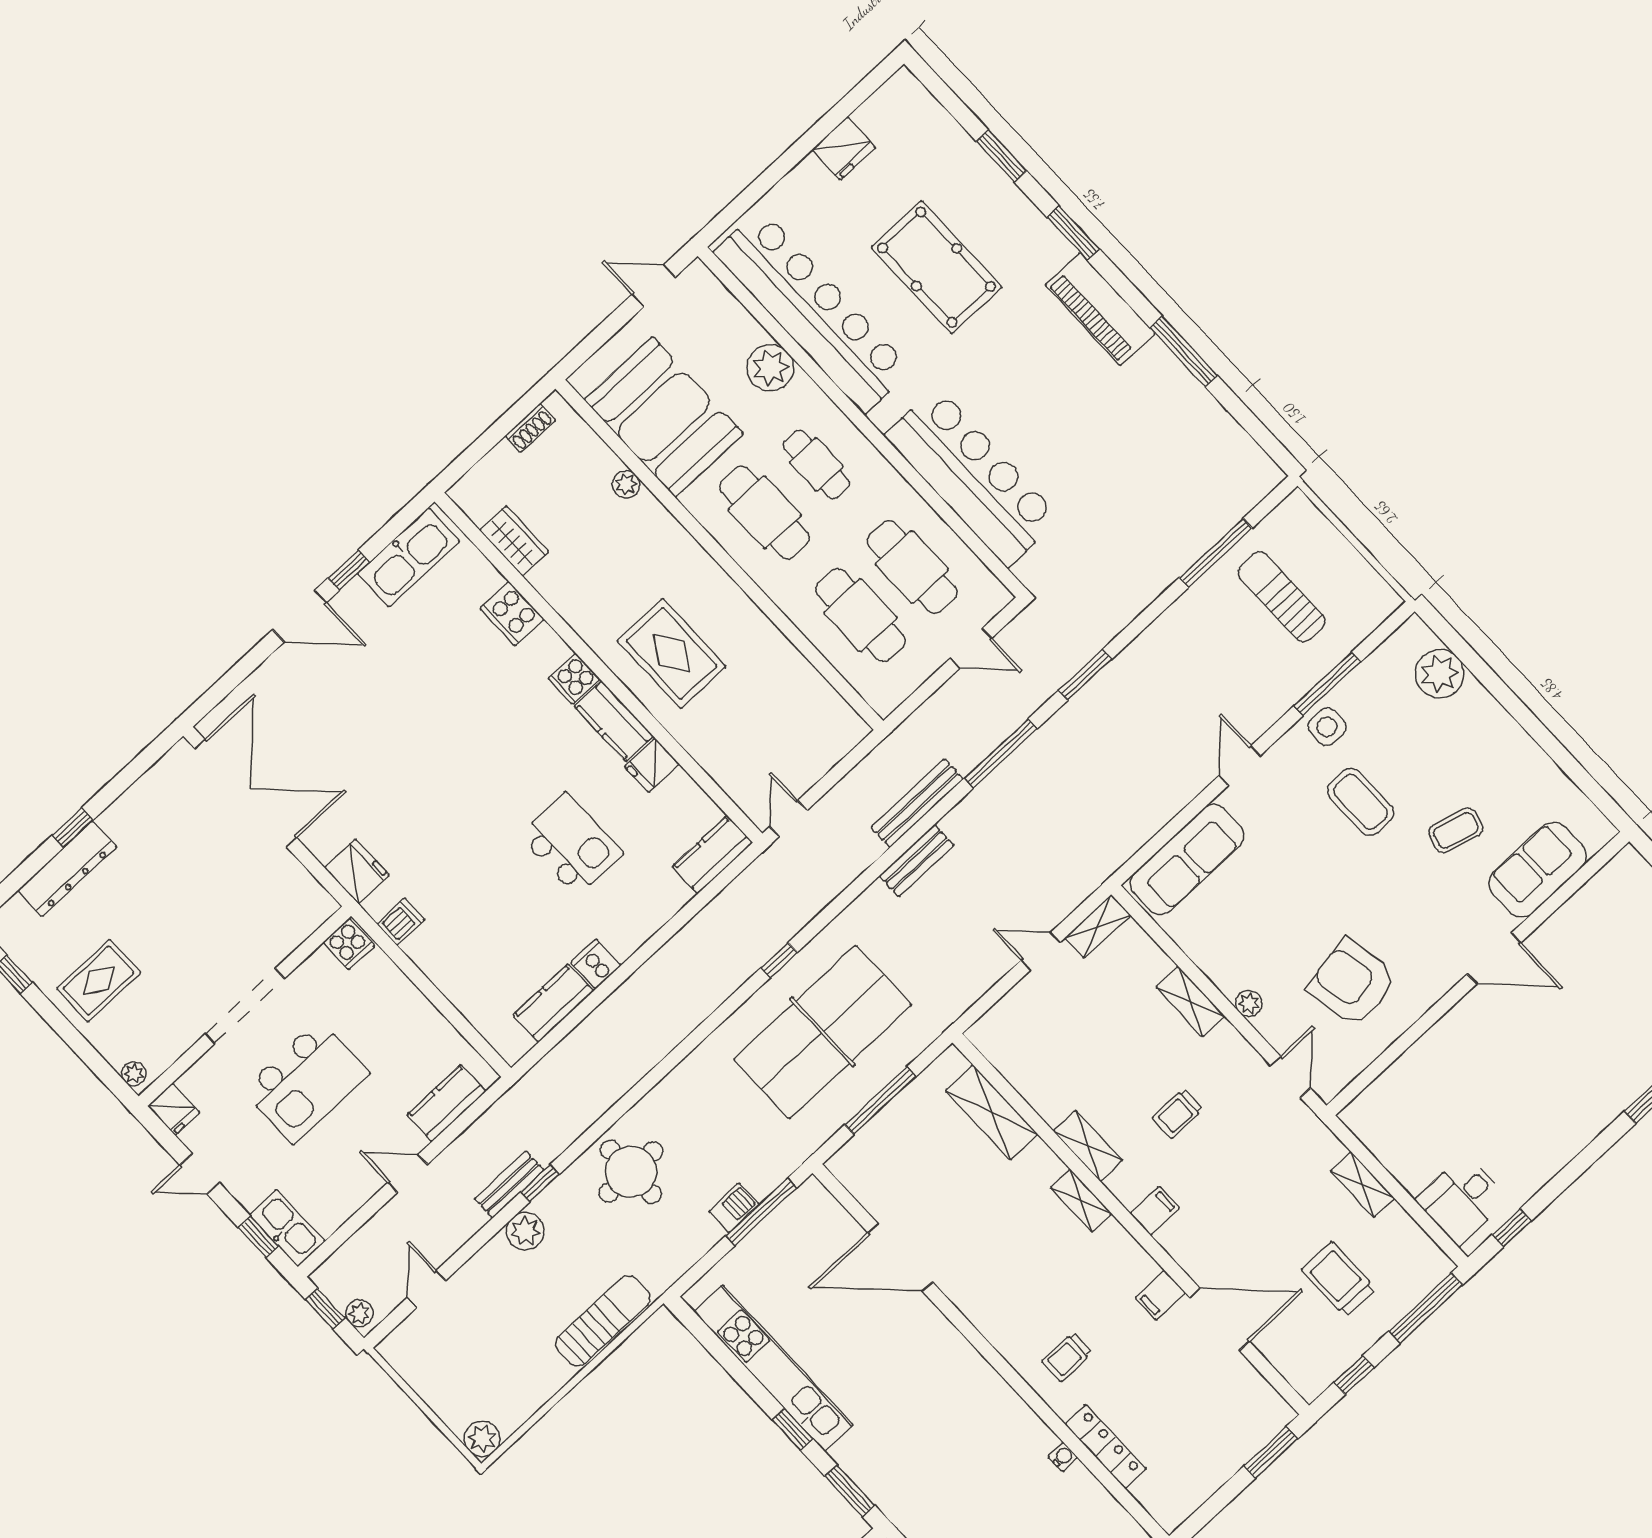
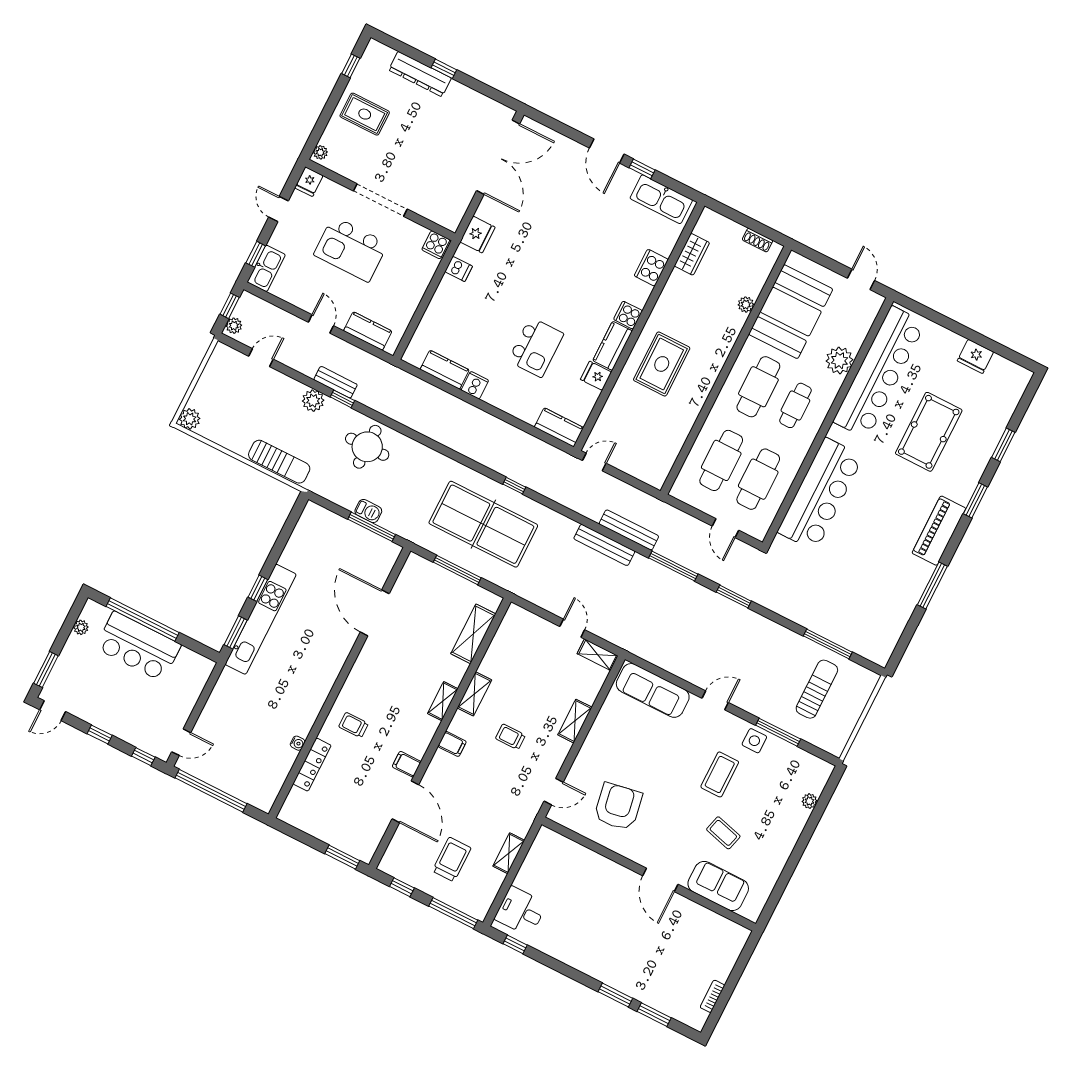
plant: (1440, 674) -> (810, 801), width x0.53, depth x0.53
bench: (917, 861) -> (604, 545), width x1.36
plant: (1249, 1003) -> (586, 754), removed
kitchen unit: (774, 1368) -> (261, 619), moved

